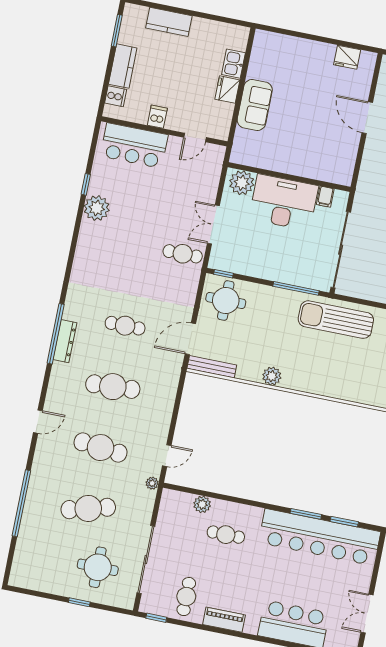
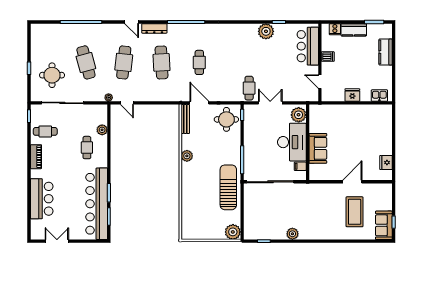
kitchen sink: (233, 64) -> (379, 96), moved
sofa: (255, 105) -> (318, 148), moved, turned -90
dresser: (65, 341) -> (154, 28), moved

